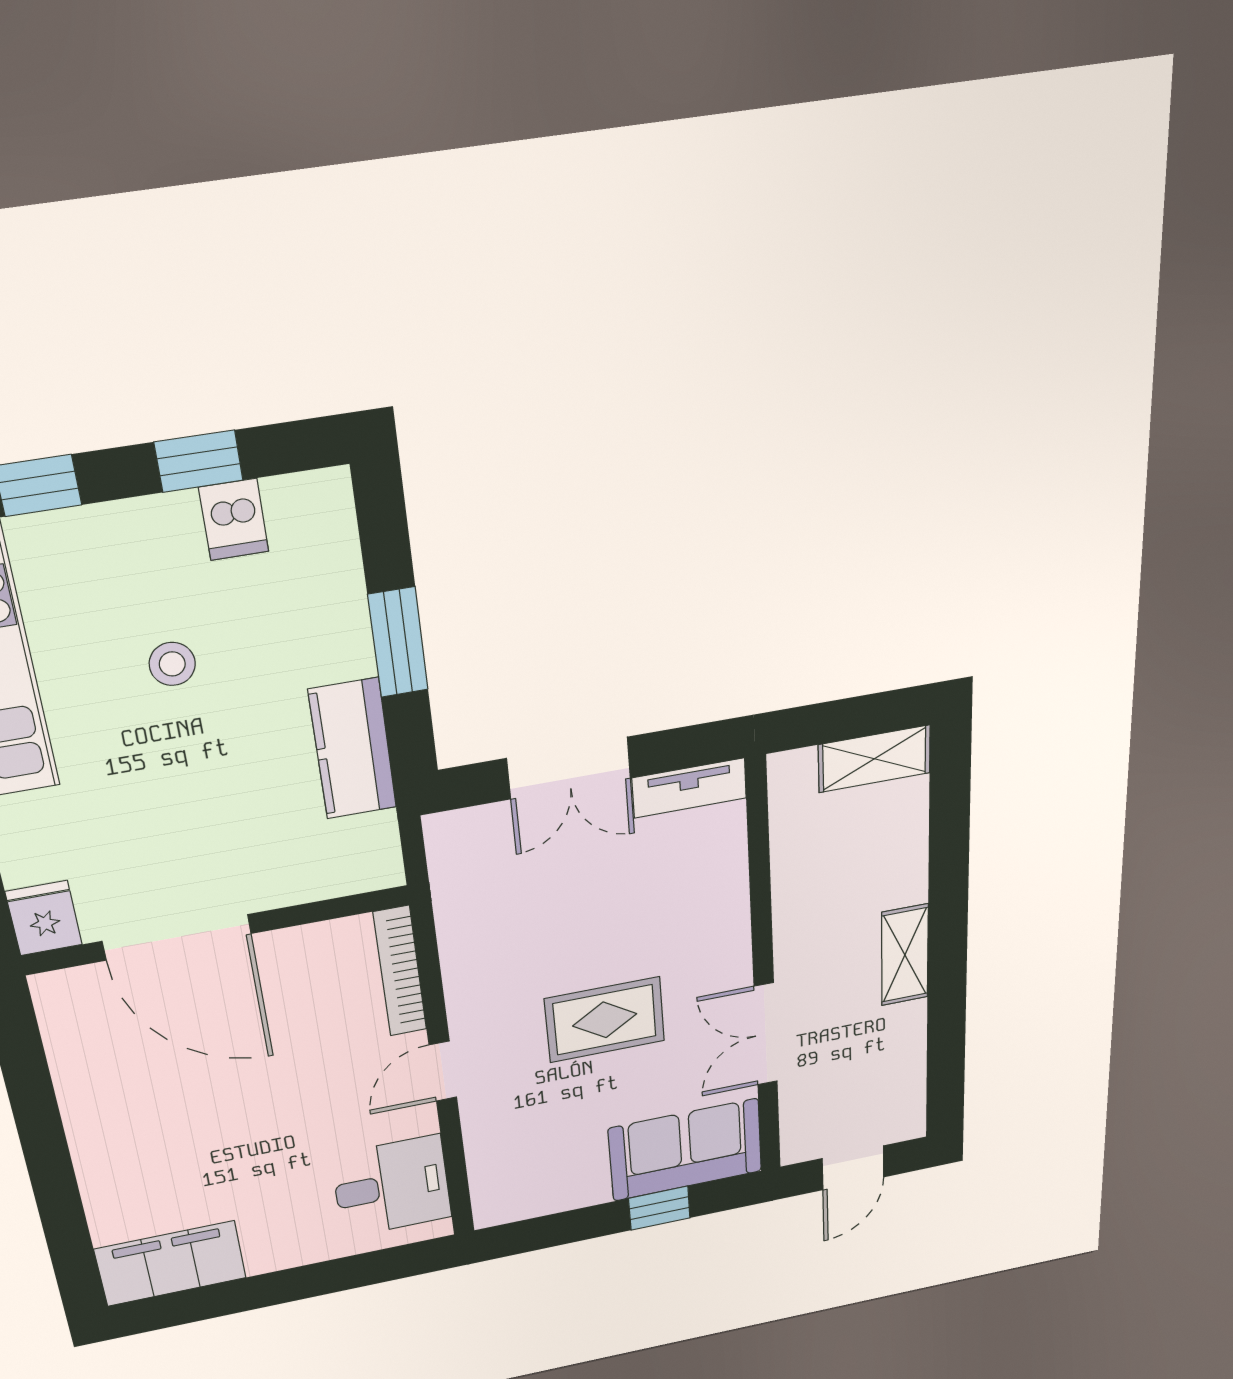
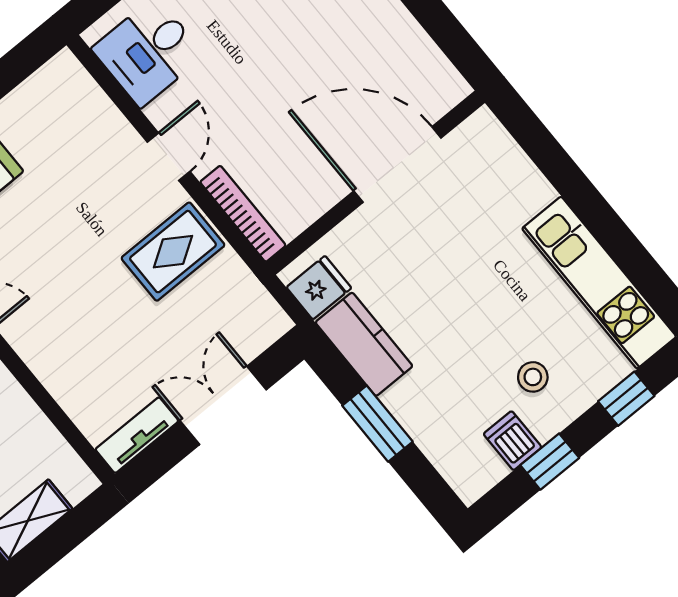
stool: (172, 664) -> (533, 377), moved
fridge: (44, 918) -> (319, 288), moved, turned -90
rug: (605, 1020) -> (173, 252), moved

